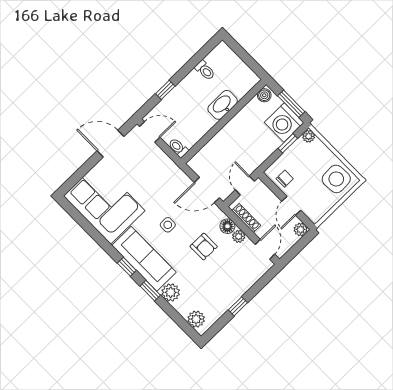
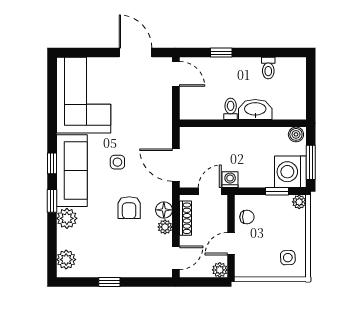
toilet: (178, 148) -> (231, 109), moved
washing machine: (251, 165) -> (230, 180), added
side table: (336, 179) -> (288, 258), width x0.54, depth x0.54

